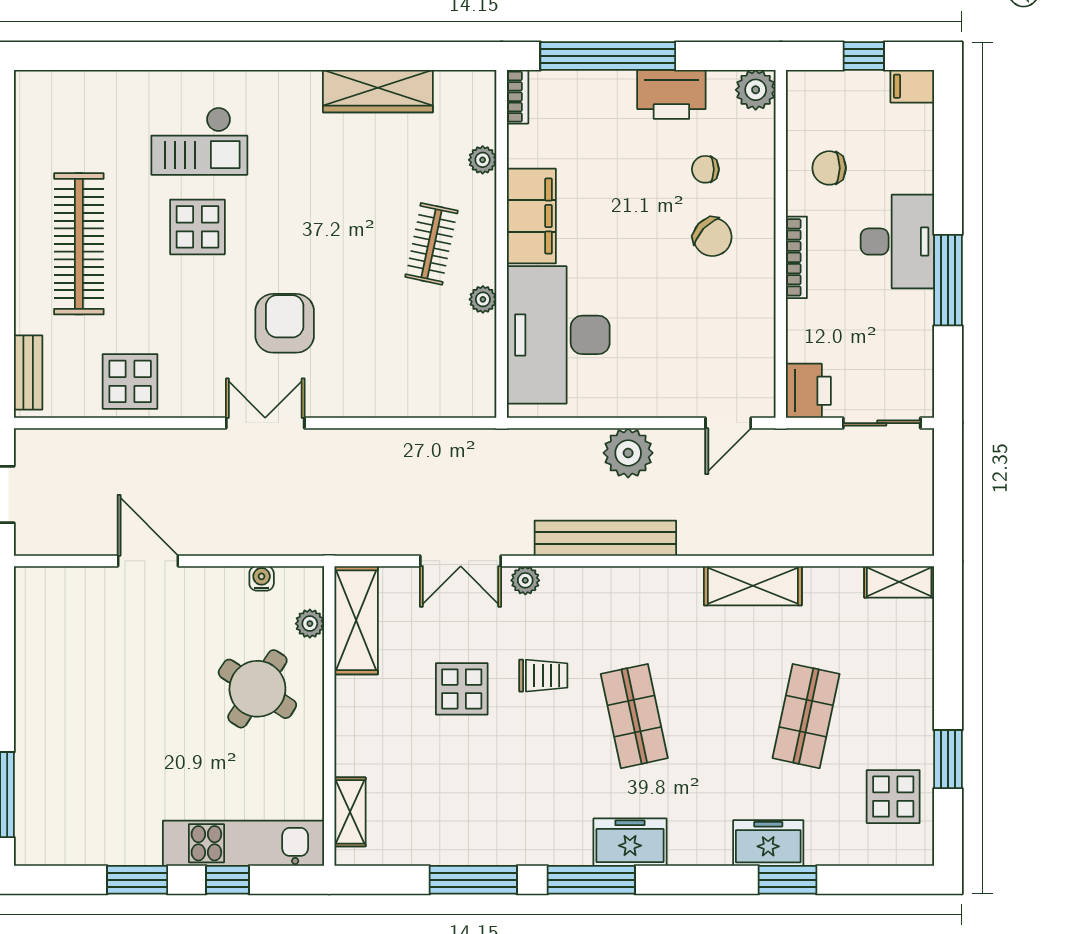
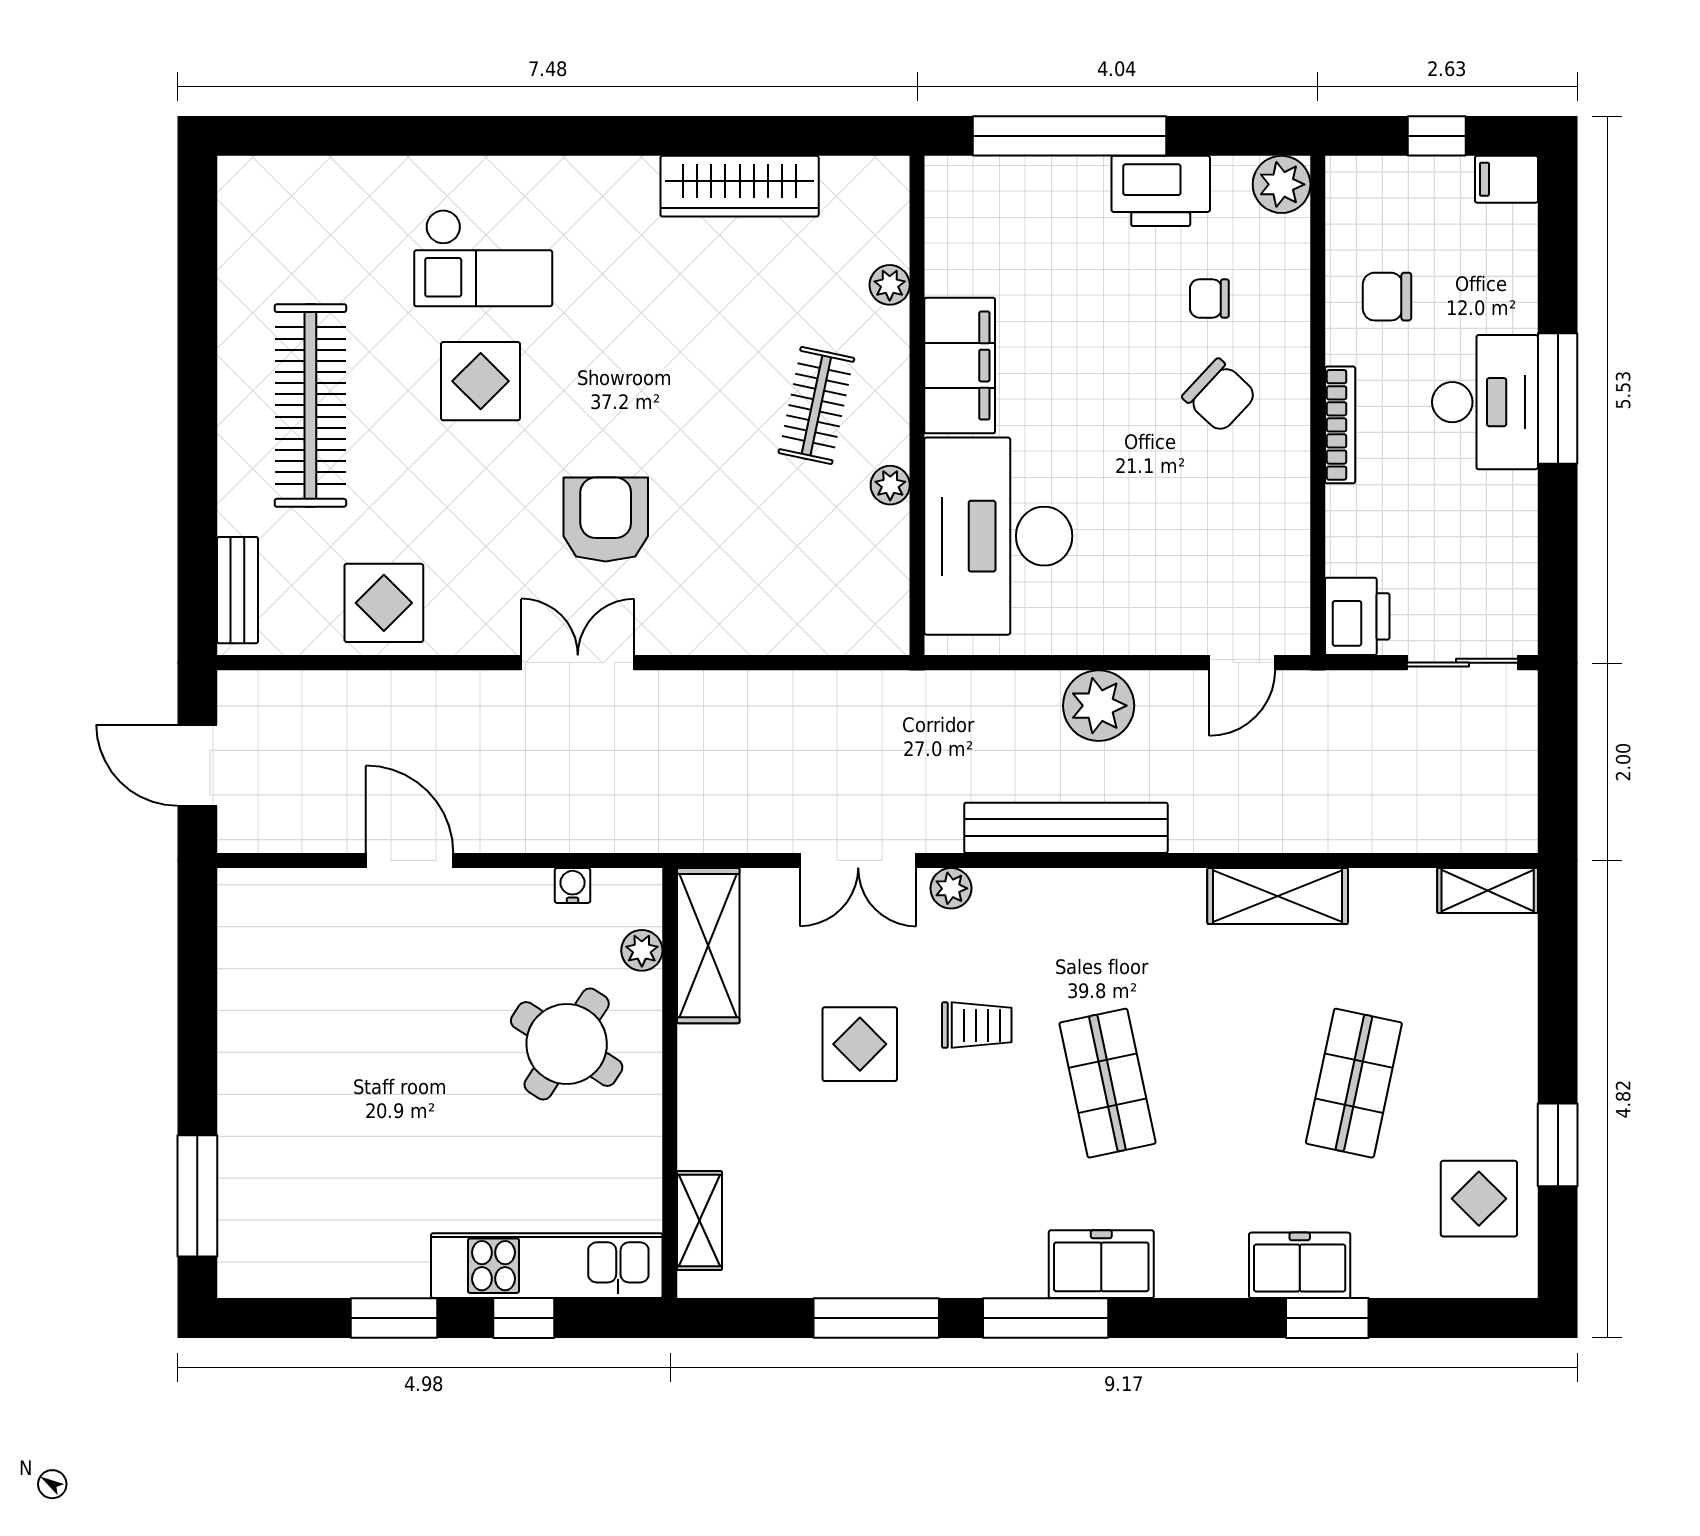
bookcase: (518, 97) -> (940, 194), removed
window: (948, 280) -> (1558, 399), moved

